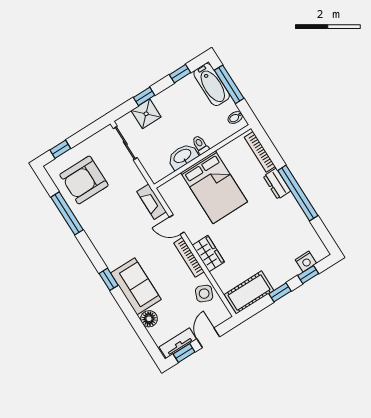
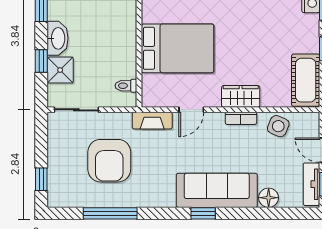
toilet: (200, 145) -> (126, 86), moved
washbasin: (183, 156) -> (57, 38), moved, turned 180
armchair: (84, 180) -> (109, 161), moved
bookcase: (189, 257) -> (241, 118), width x0.64
sofa: (136, 286) -> (217, 190), width x1.36

